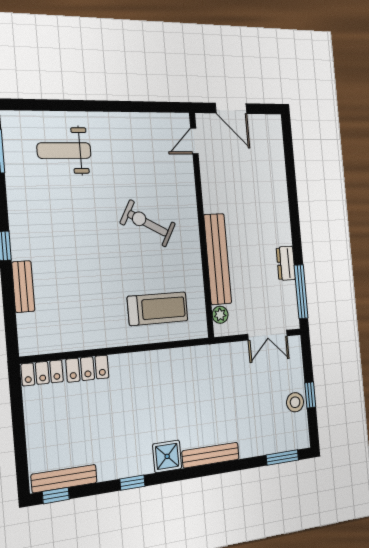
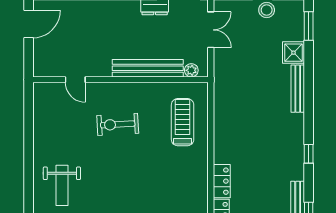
door: (231, 108) -> (29, 24), moved
door: (194, 141) -> (75, 80), moved
exercise bike: (148, 223) -> (118, 124), turned 58
shower: (167, 456) -> (293, 53), moved

